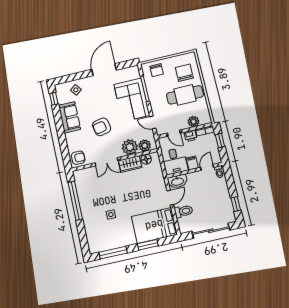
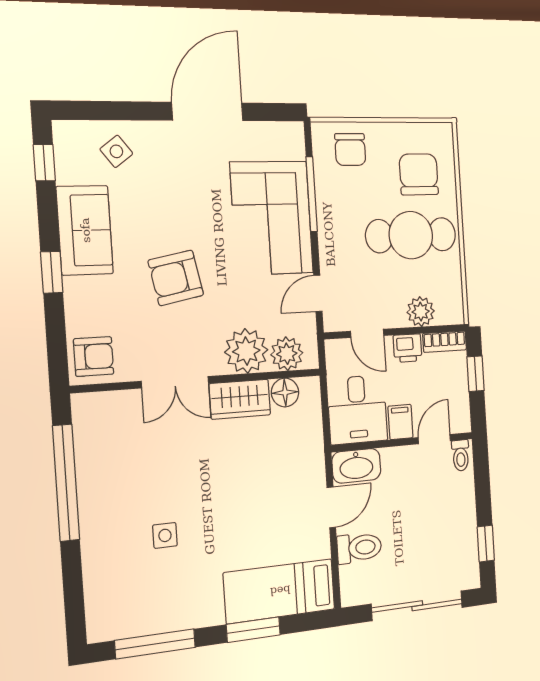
door: (153, 122) -> (318, 293), hinge flipped
window: (61, 133) -> (52, 272), added
bed: (154, 225) -> (280, 591), width x0.67

